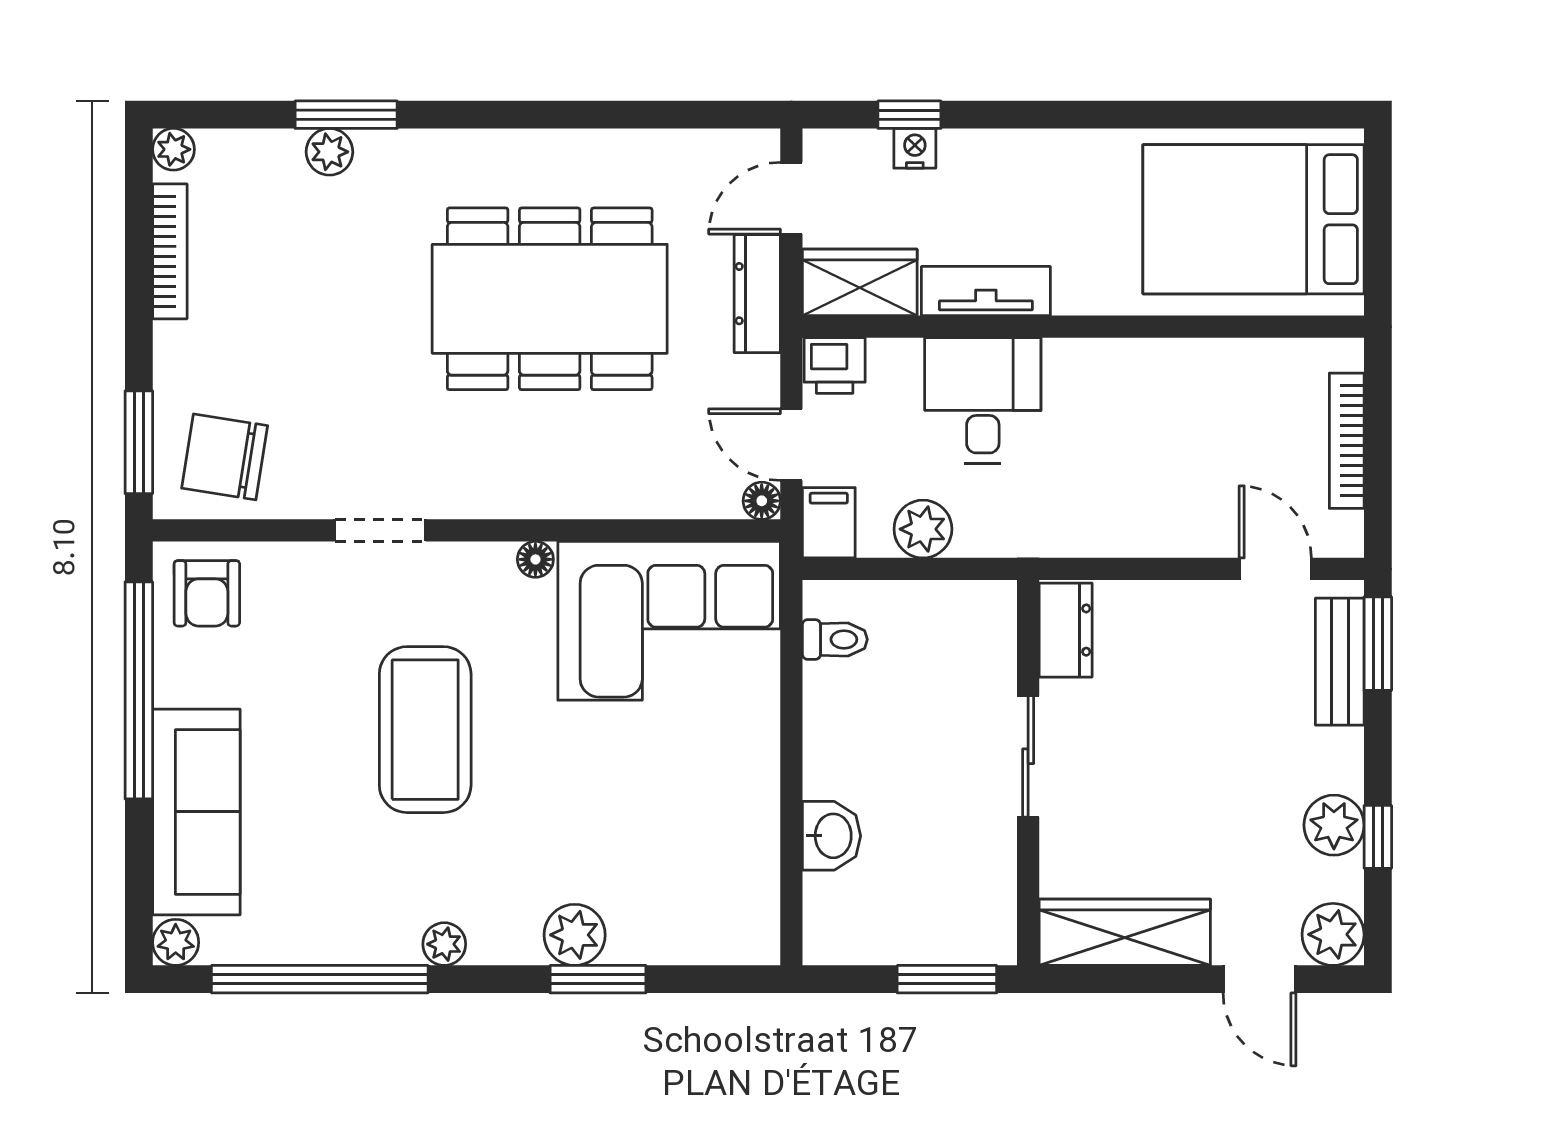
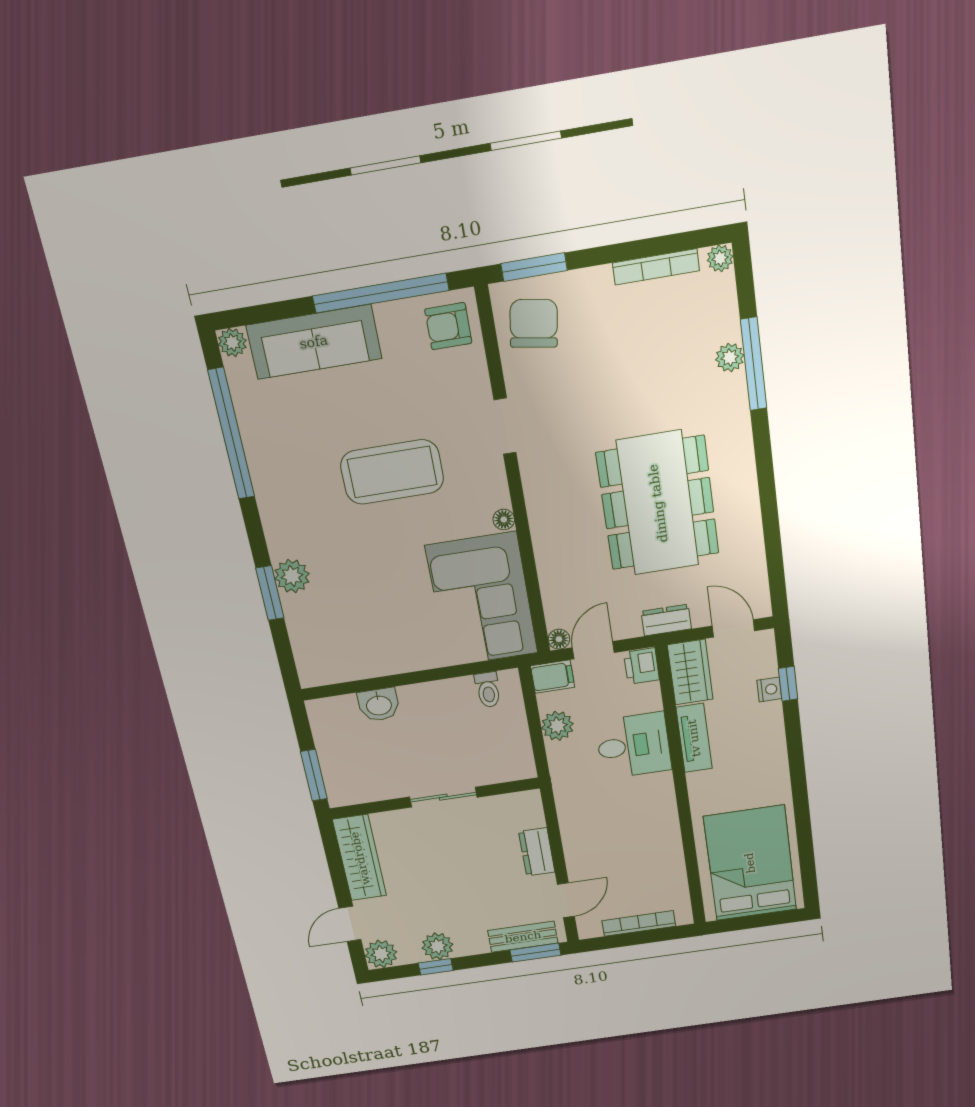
window: (346, 115) -> (754, 364), width x1.44
dresser: (757, 294) -> (666, 620), width x0.70
dresser: (1066, 630) -> (537, 852), moved, turned 90
plant: (444, 944) -> (269, 503), removed

